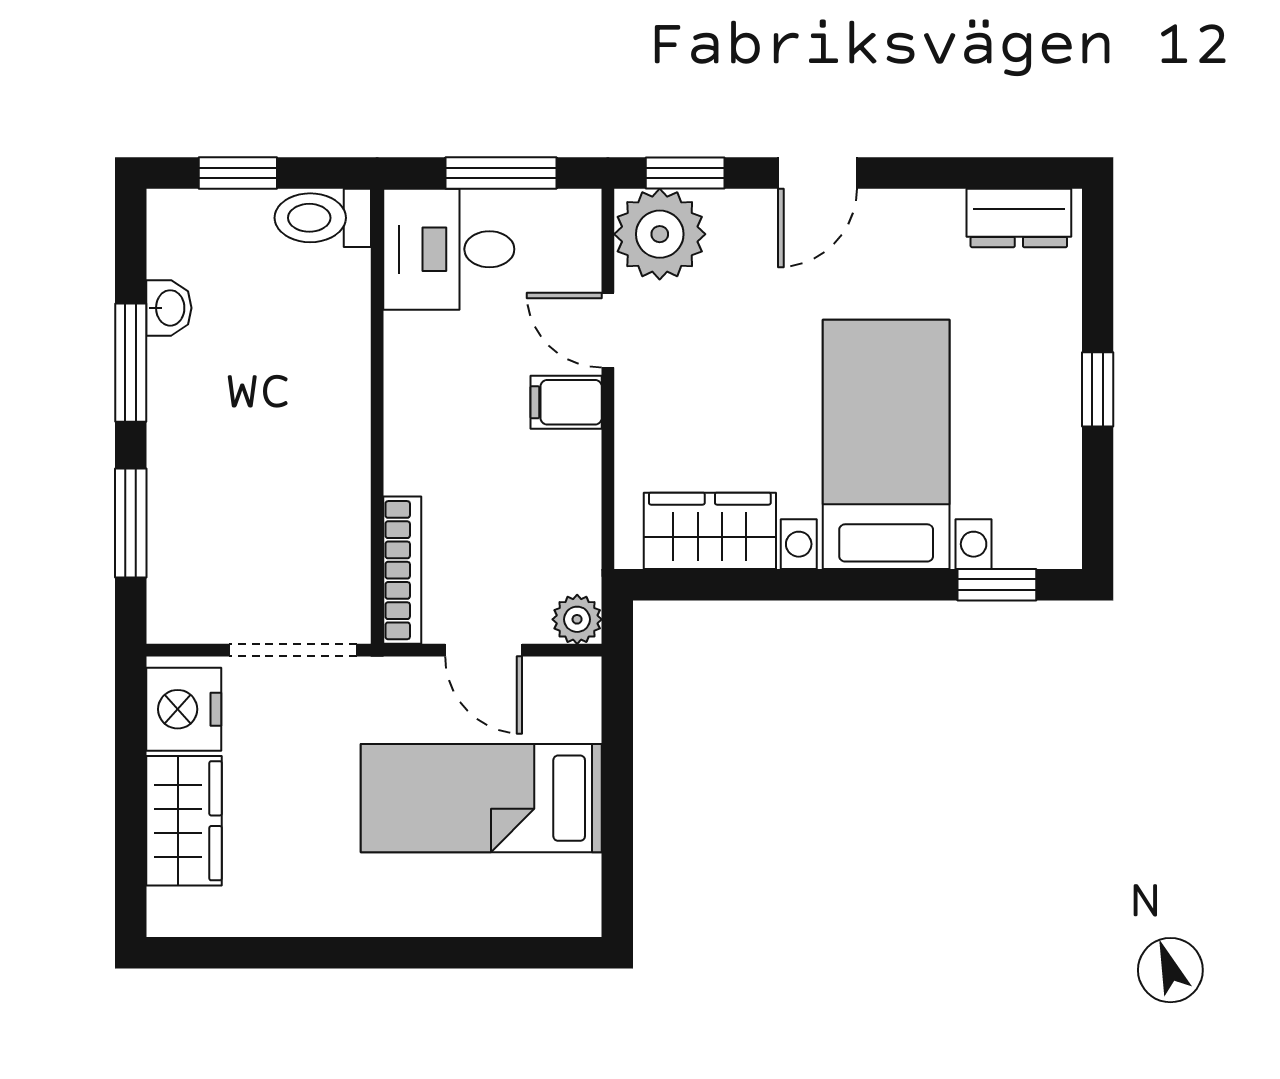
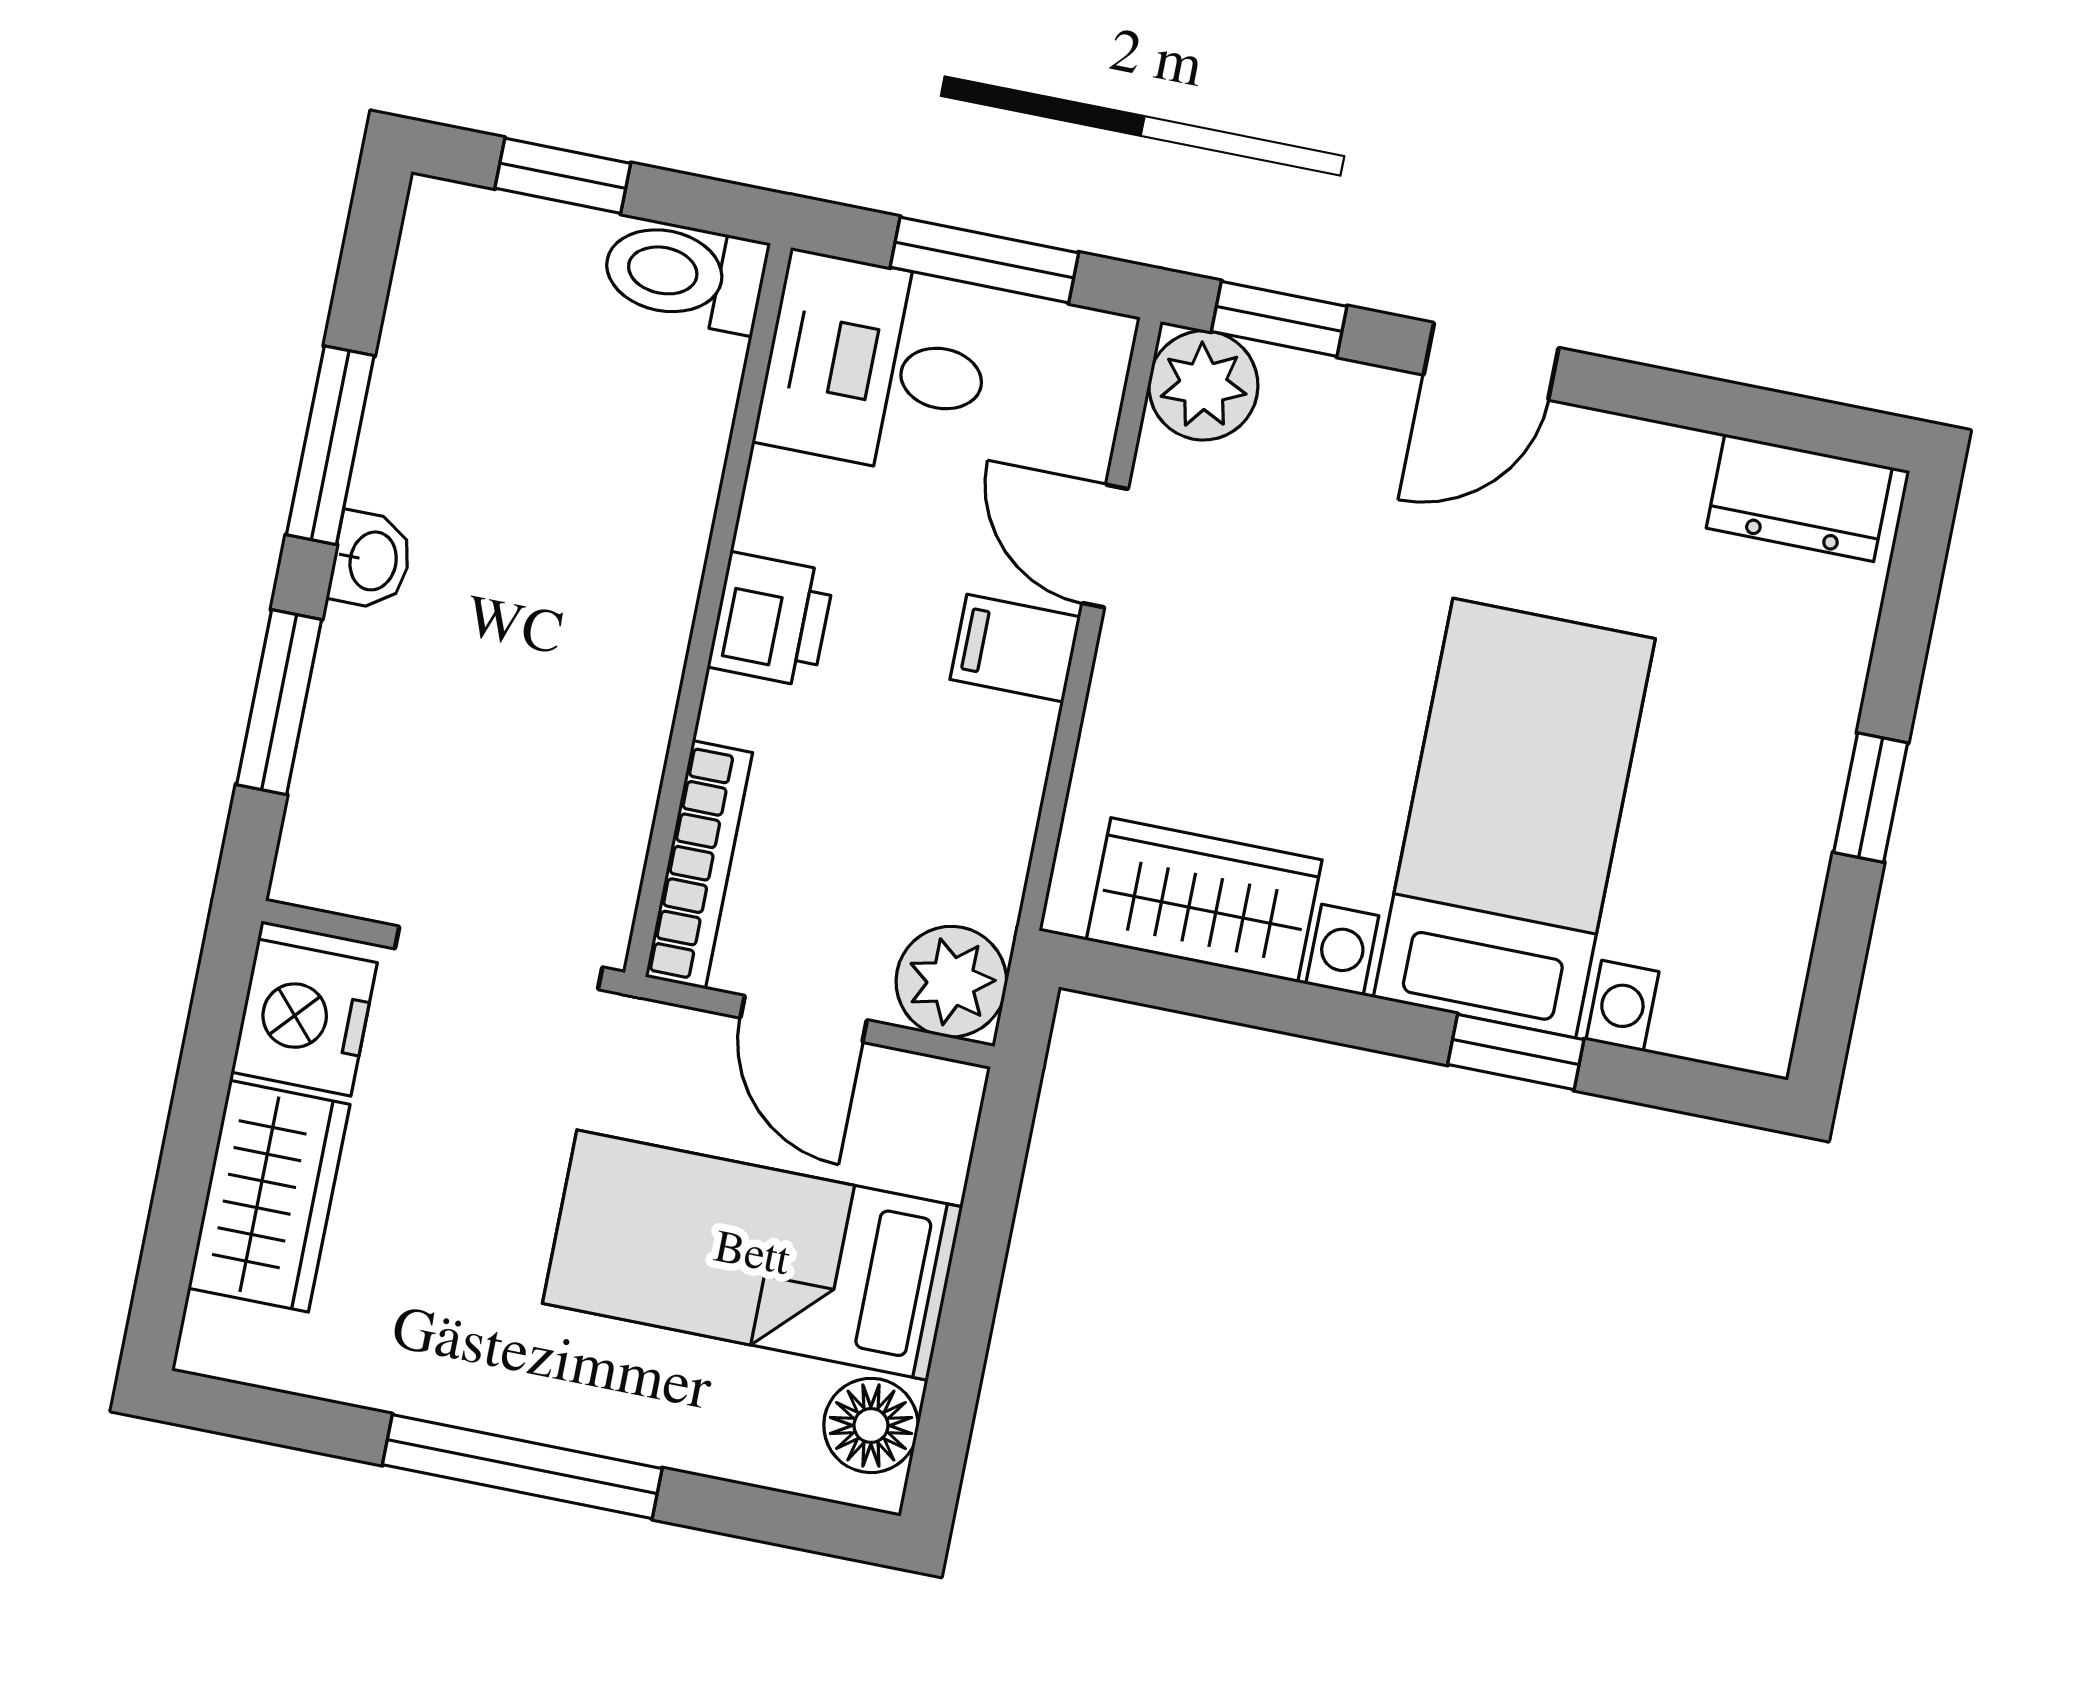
plant: (660, 234) -> (1203, 385), width x0.73, depth x0.73
washbasin: (169, 308) -> (371, 561), moved
printer: (416, 414) -> (771, 620), added
window: (997, 585) -> (1516, 1052), moved
plant: (577, 619) -> (951, 982), width x1.38, depth x1.38
floor lamp: (573, 886) -> (871, 1425), added
window: (368, 953) -> (522, 1467), added

